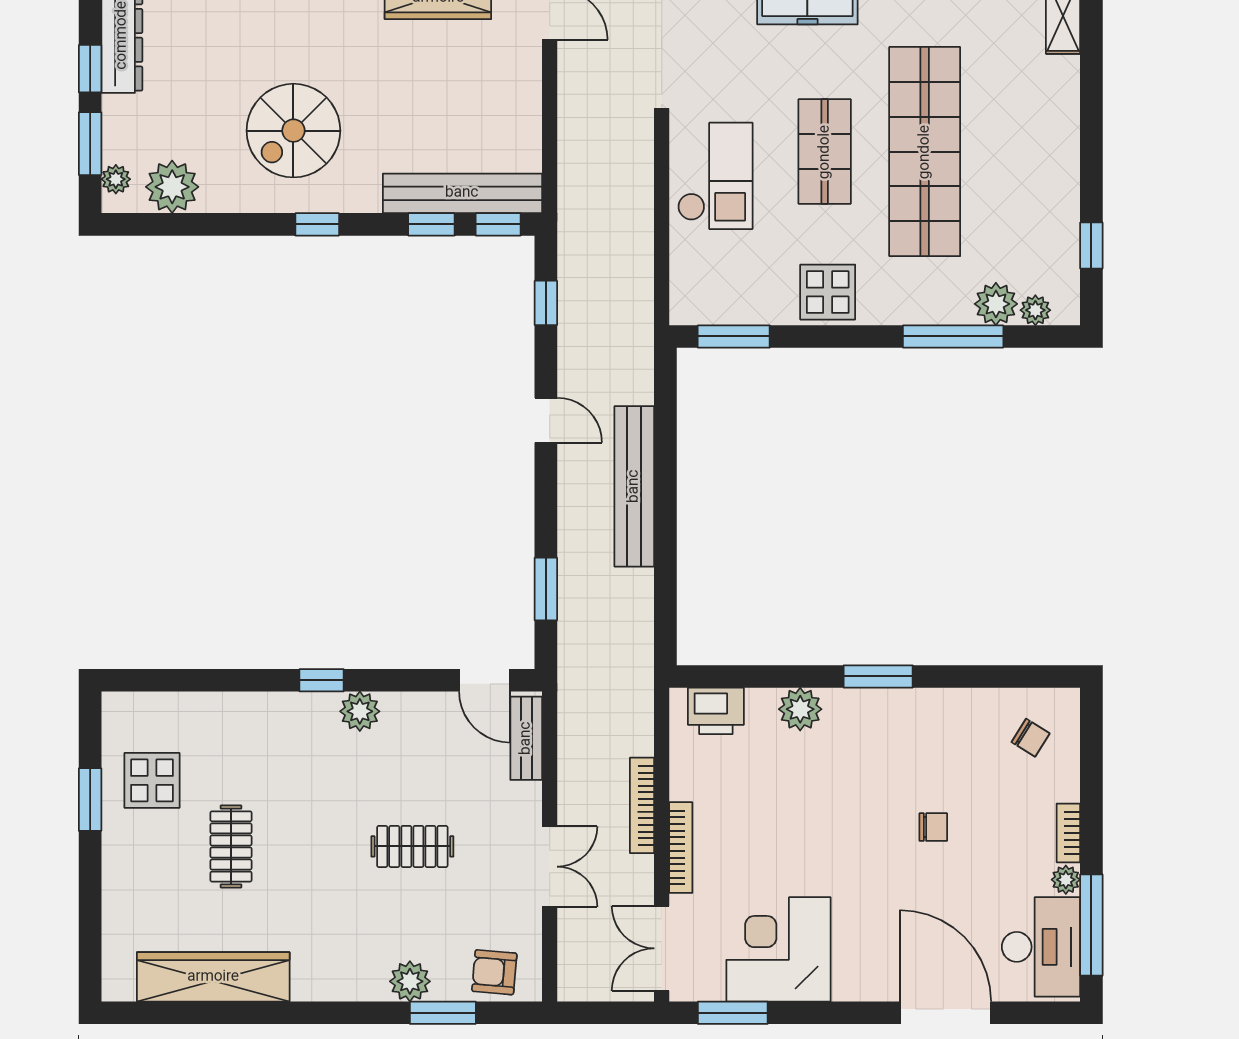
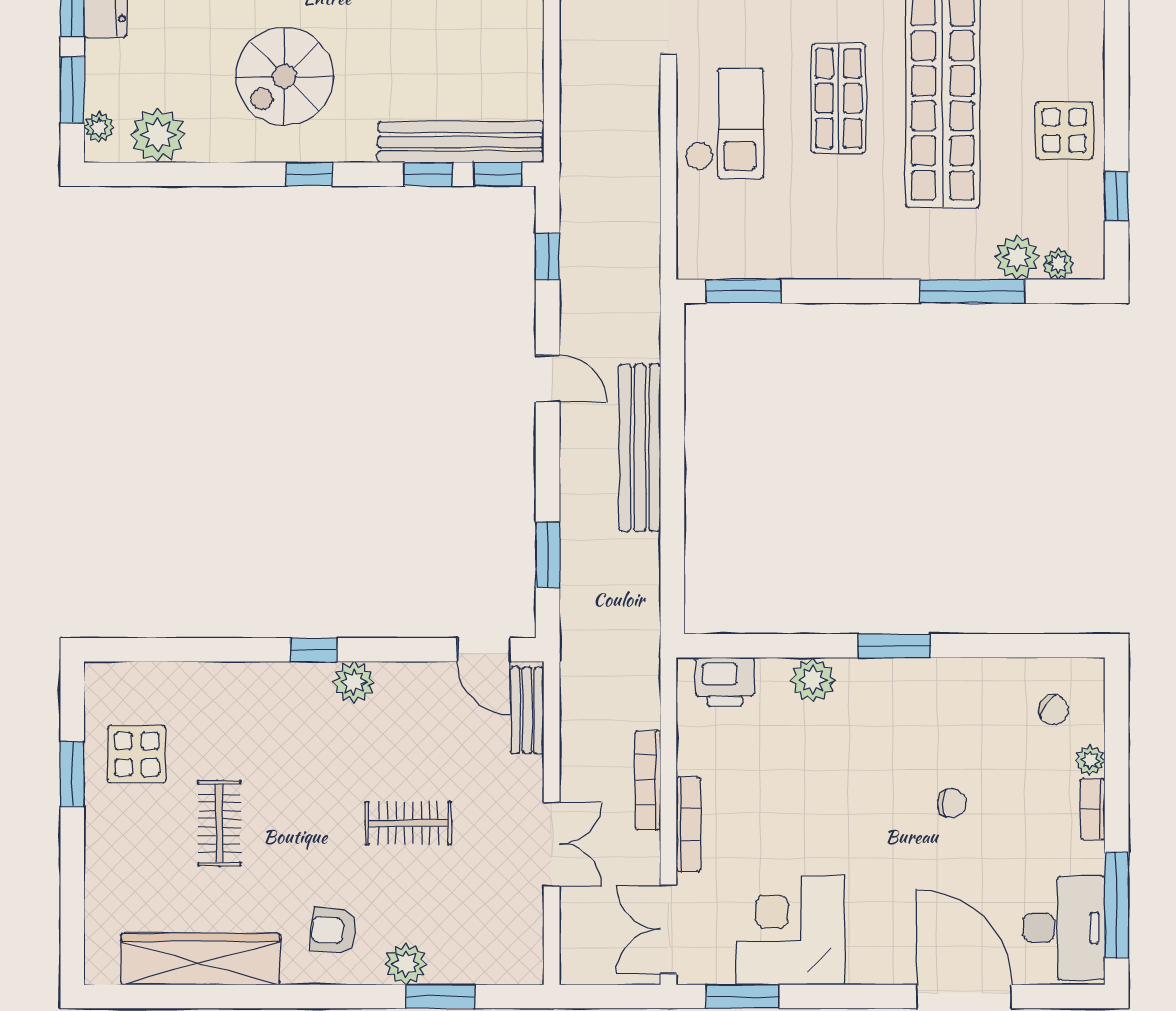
display table: (828, 292) -> (1064, 130), moved
plant: (1066, 880) -> (1090, 760), moved
armchair: (494, 972) -> (334, 931), moved

